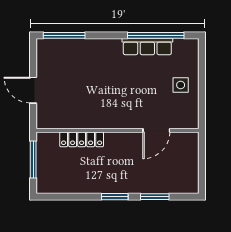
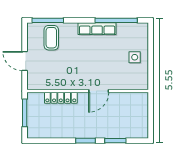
row of seats: (147, 47) -> (97, 29), moved
coffee table: (69, 59) -> (51, 38), added
door: (156, 130) -> (99, 91), moved

